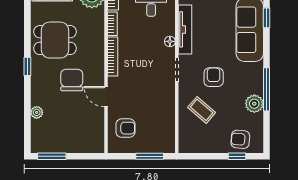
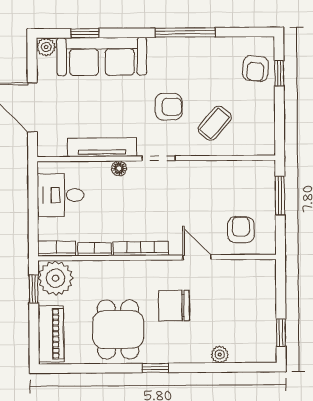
armchair: (214, 77) -> (169, 107), turned 180
door: (106, 97) -> (197, 257), swing flipped
plant: (254, 104) -> (205, 49), removed
window: (52, 156) -> (281, 333), width x0.67

